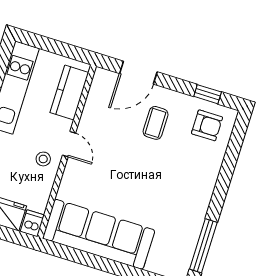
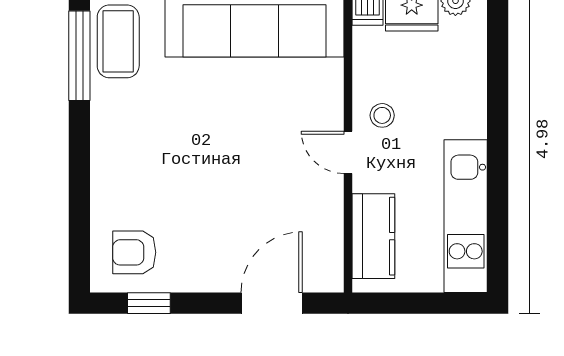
coffee table: (156, 123) -> (118, 41), moved, width x1.36, depth x1.30

